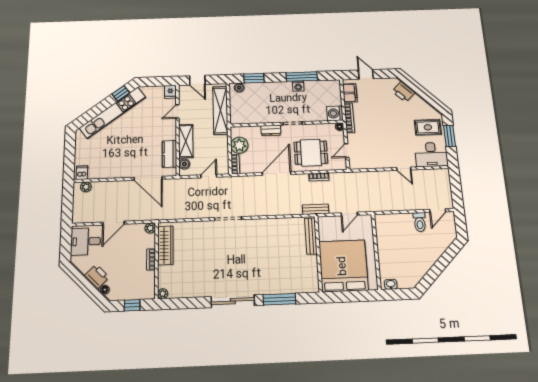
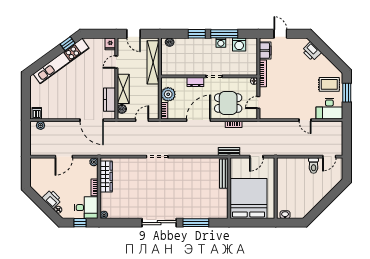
window: (254, 78) -> (197, 34), moved
washing machine: (335, 113) -> (239, 44), moved, turned -90
desk: (85, 241) -> (86, 208), moved, turned 180

